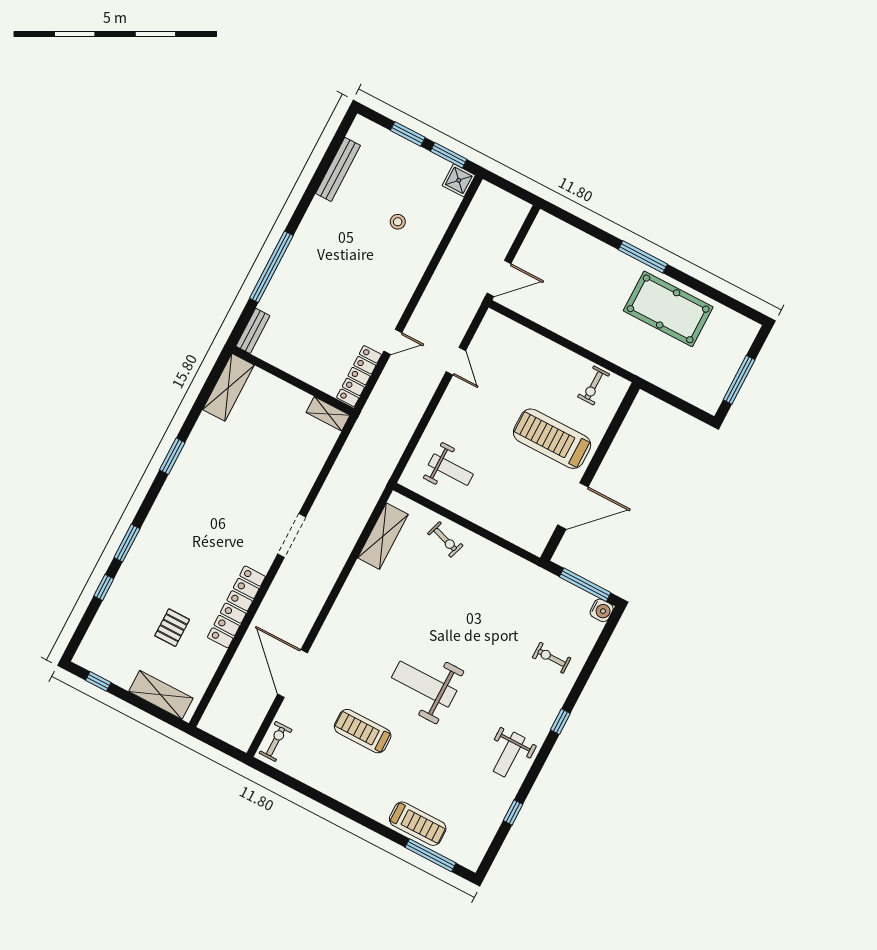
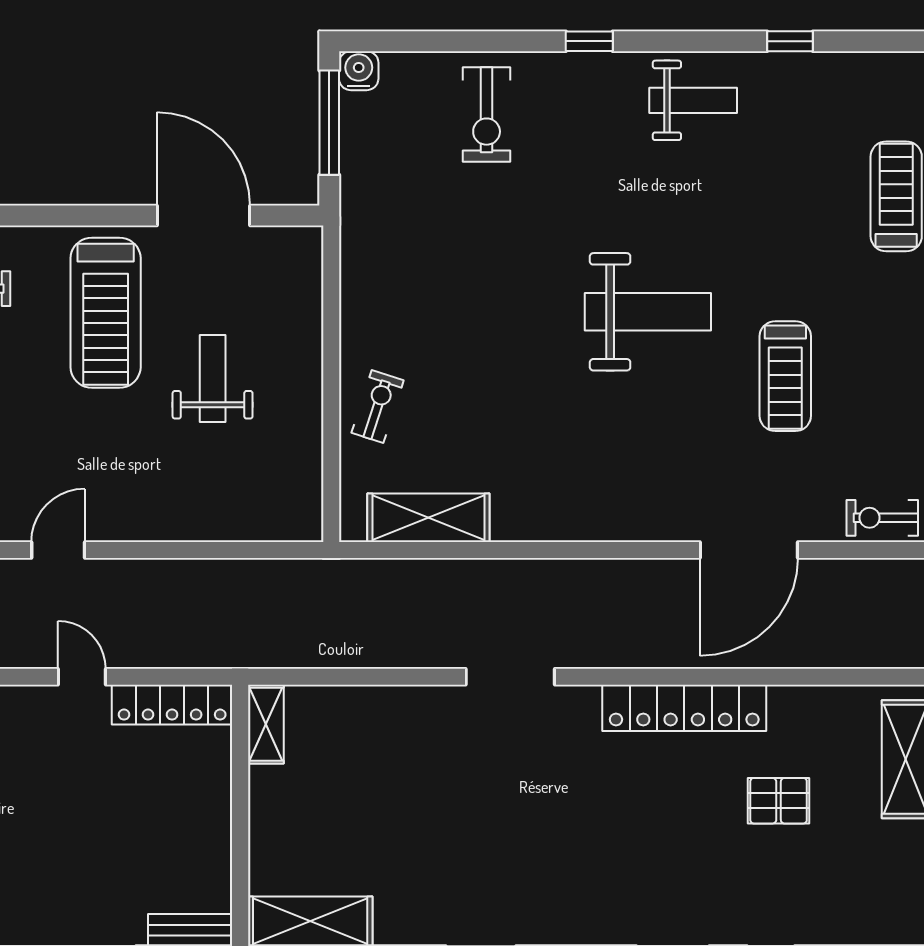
weight bench: (451, 470) -> (213, 379), moved
exercise bike: (552, 658) -> (487, 114), width x1.38, depth x1.39
weight bench: (424, 684) -> (648, 312), turned -90

